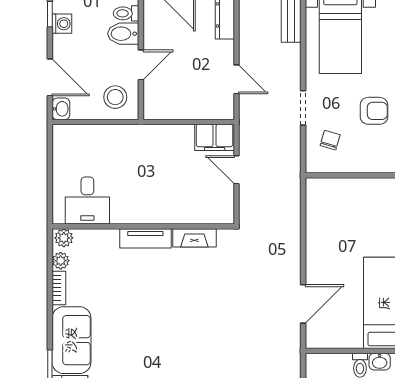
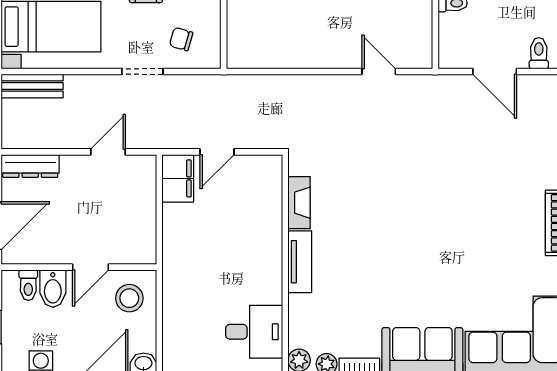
door: (141, 65) -> (90, 267), swing flipped
door: (303, 304) -> (379, 72), width x0.73

